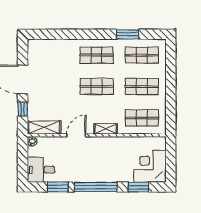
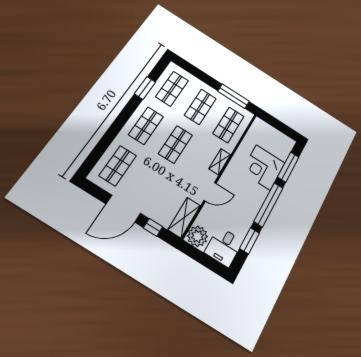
shop shelf: (51, 55) -> (118, 166), added
window: (171, 108) -> (234, 96), added
door: (76, 135) -> (210, 192), swing flipped
plant: (32, 141) -> (197, 236), width x1.88, depth x1.88
corner desk: (150, 166) -> (263, 167), moved
window: (138, 187) -> (288, 167), width x1.44

